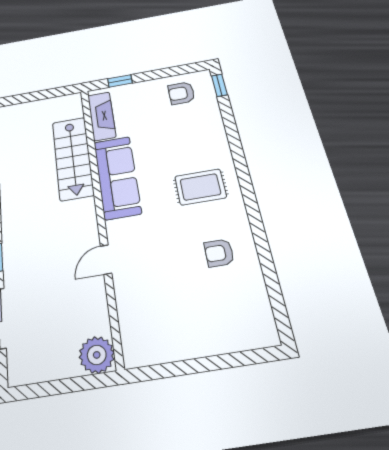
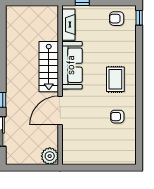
stairs: (73, 158) -> (49, 67), moved
rug: (200, 187) -> (115, 79), turned 90
door: (106, 260) -> (60, 110), width x1.88

